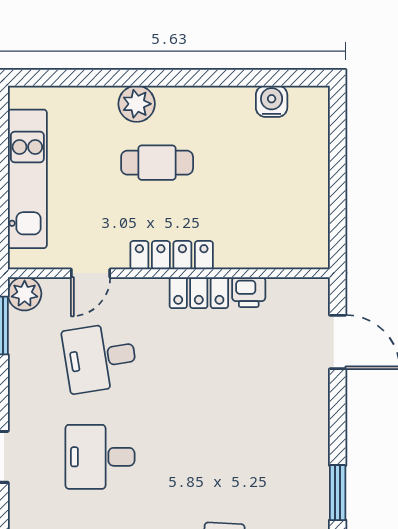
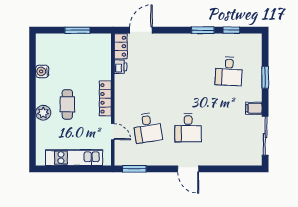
water cooler: (272, 101) -> (42, 71), moved
window: (338, 187) -> (77, 30), added
locker: (199, 293) -> (121, 46), moved
plant: (25, 294) -> (121, 159), removed

